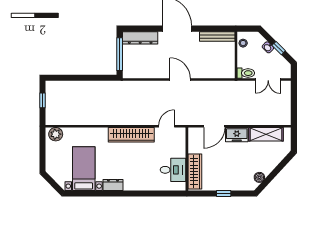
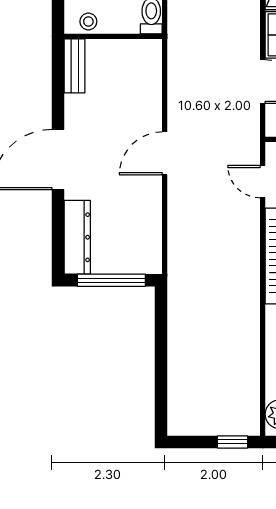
bench: (217, 36) -> (75, 66), width x0.73
window: (42, 100) -> (232, 442), moved

